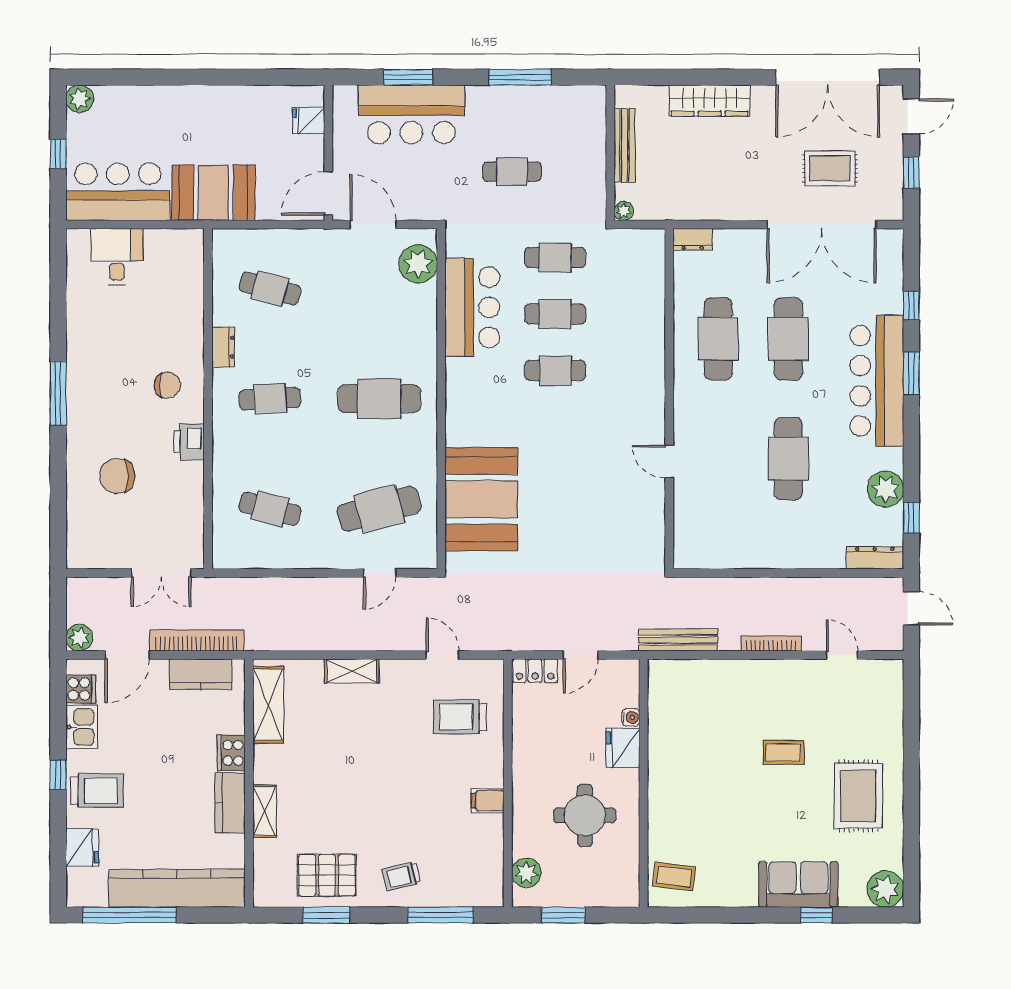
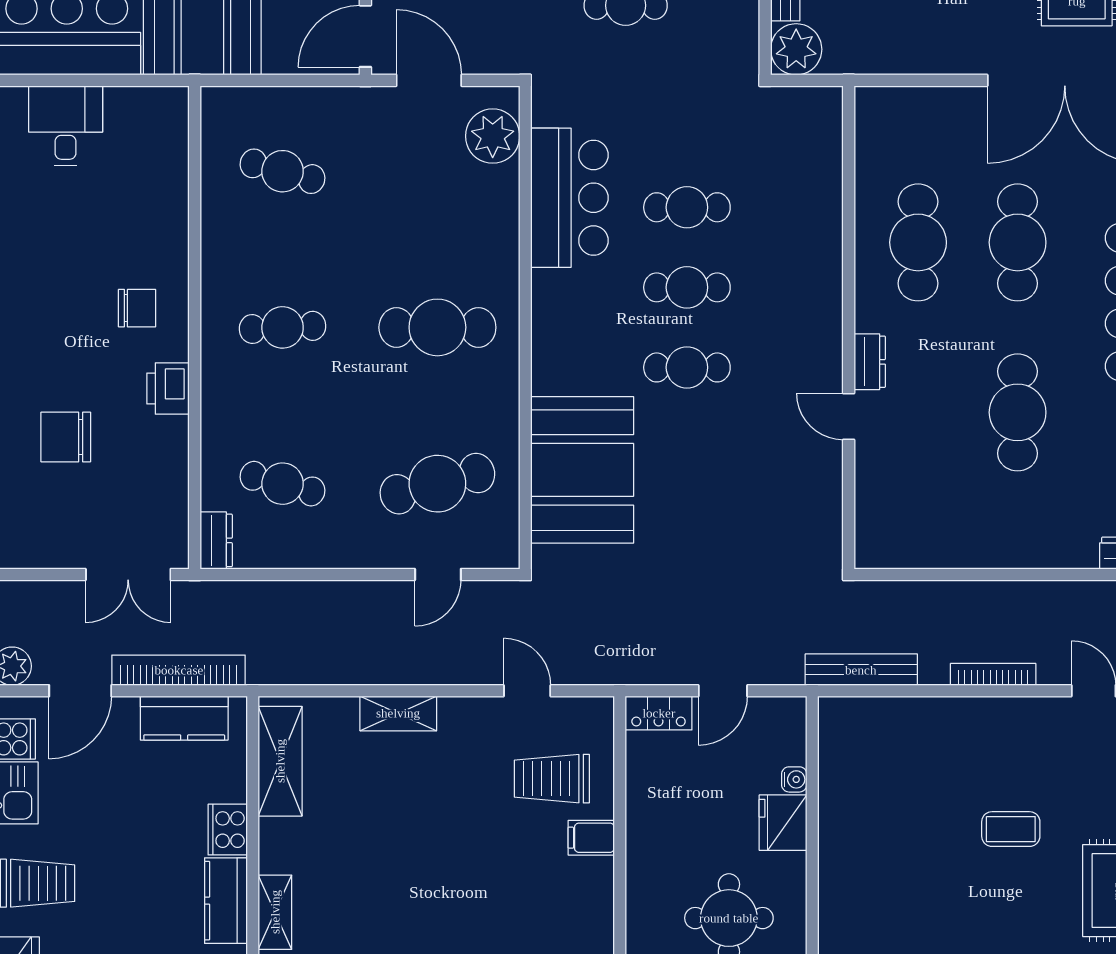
plant: (624, 211) -> (796, 49), width x1.88, depth x1.88
dresser: (693, 239) -> (870, 362), moved, turned -90
cafe table: (555, 257) -> (687, 367), moved
dresser: (223, 347) -> (216, 540), moved
filing cabinet: (488, 801) -> (591, 838), moved

